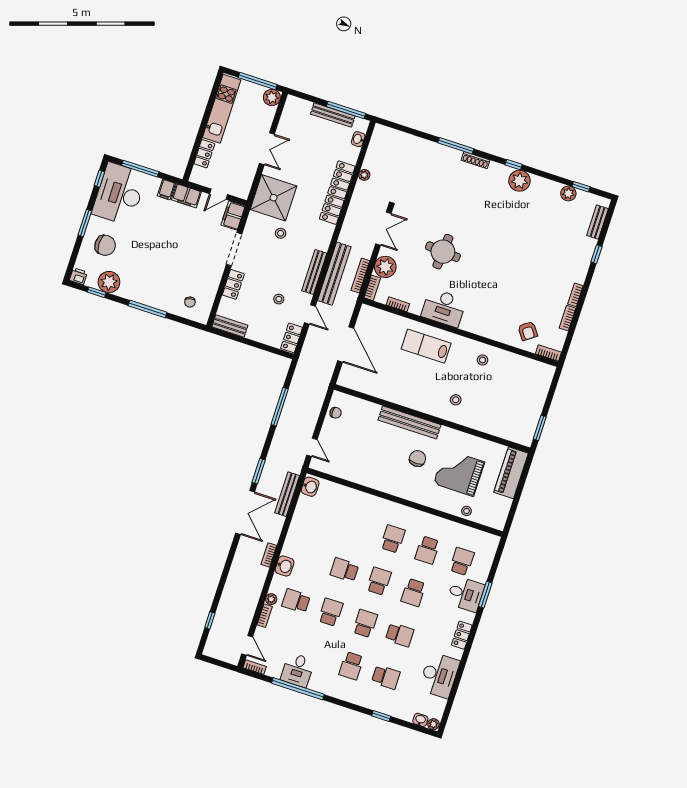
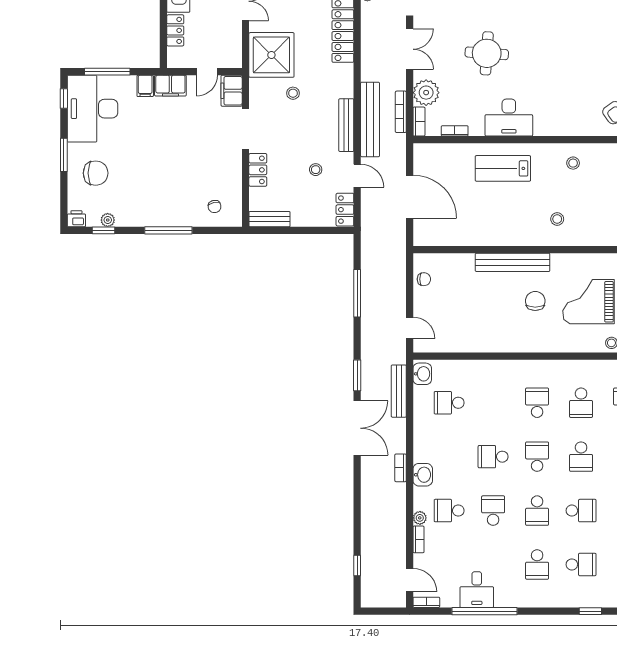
plant: (109, 282) -> (108, 220), width x0.53, depth x0.53
school desk: (324, 516) -> (449, 403), added
school desk: (365, 623) -> (537, 511), turned 180

